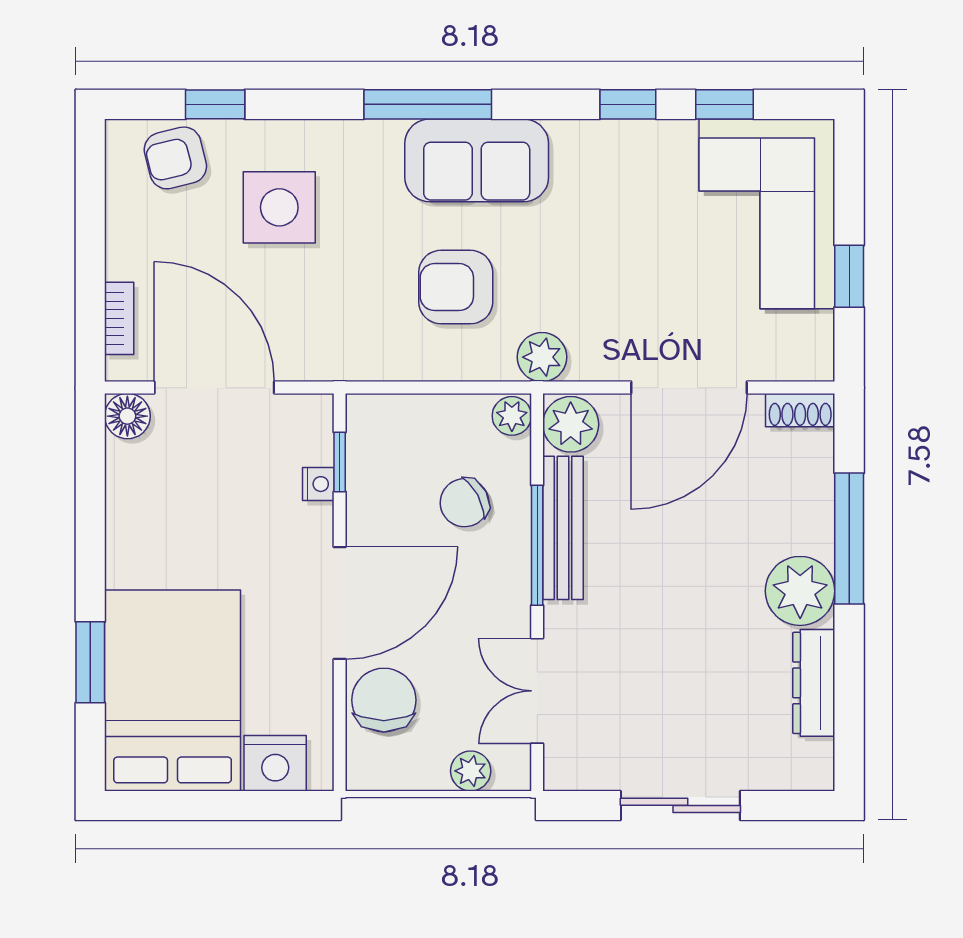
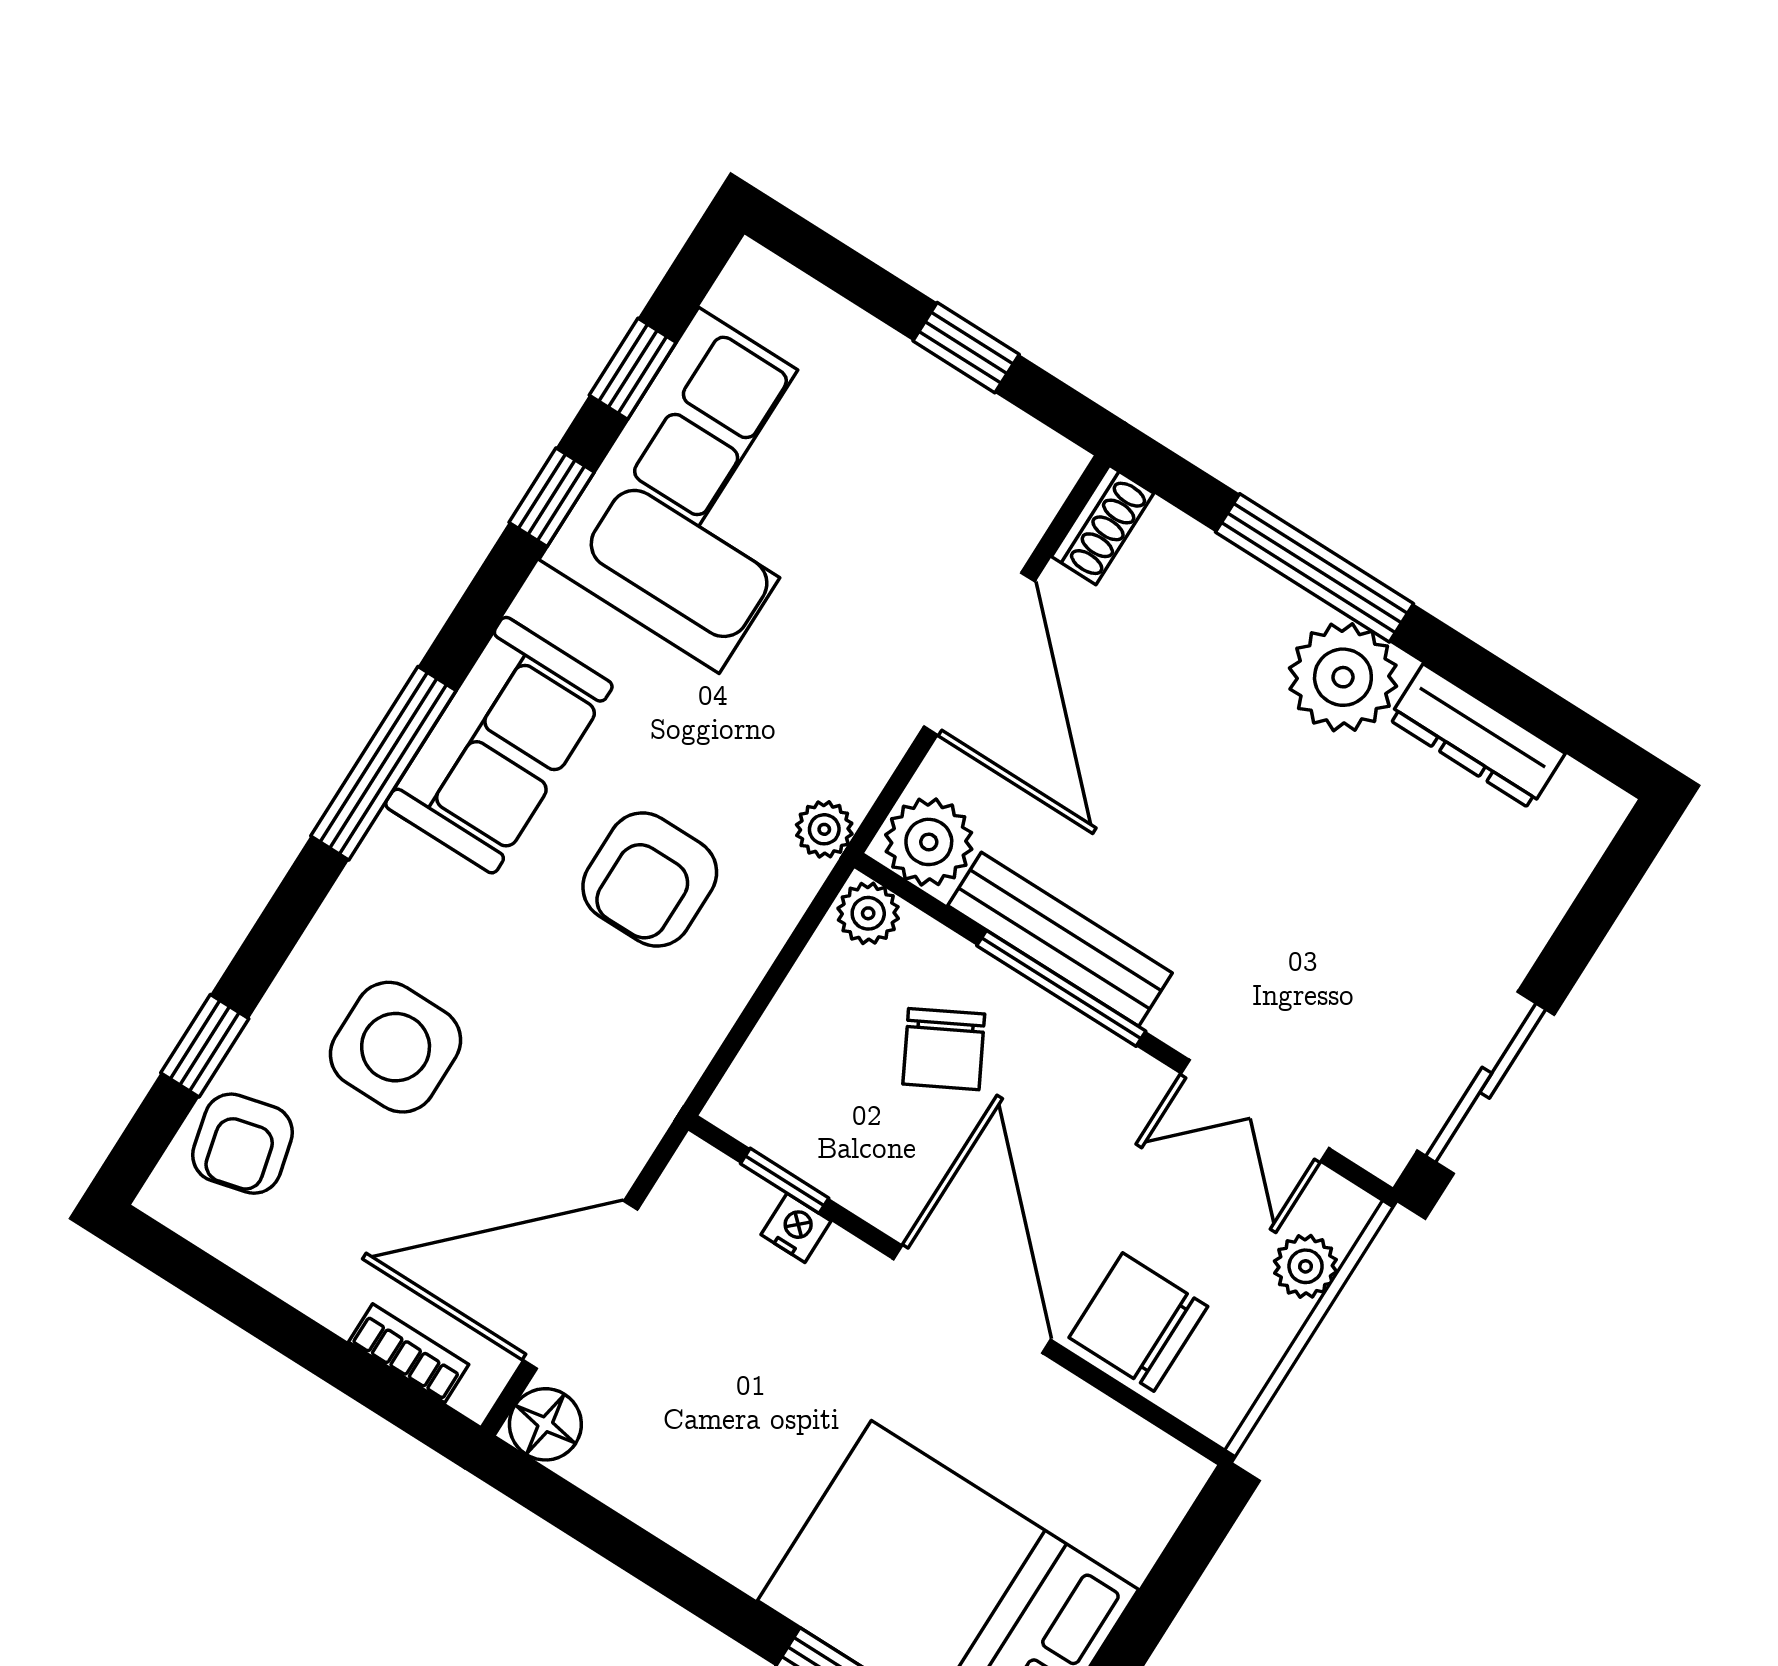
corner sofa: (767, 214) -> (709, 490), moved, turned -90
plant: (542, 357) -> (824, 829), width x0.73, depth x0.73
nightstand: (275, 763) -> (1131, 1520), removed
sliding door: (680, 805) -> (1486, 1083), moved

